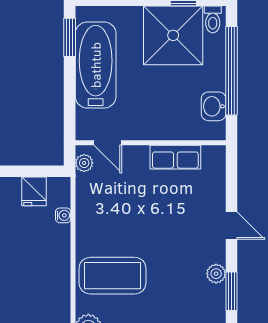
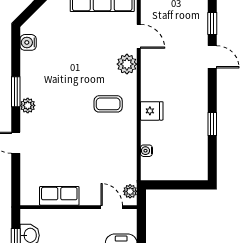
fridge: (34, 191) -> (152, 111), moved, turned 90
coffee table: (112, 276) -> (108, 104), width x0.54, depth x0.58

